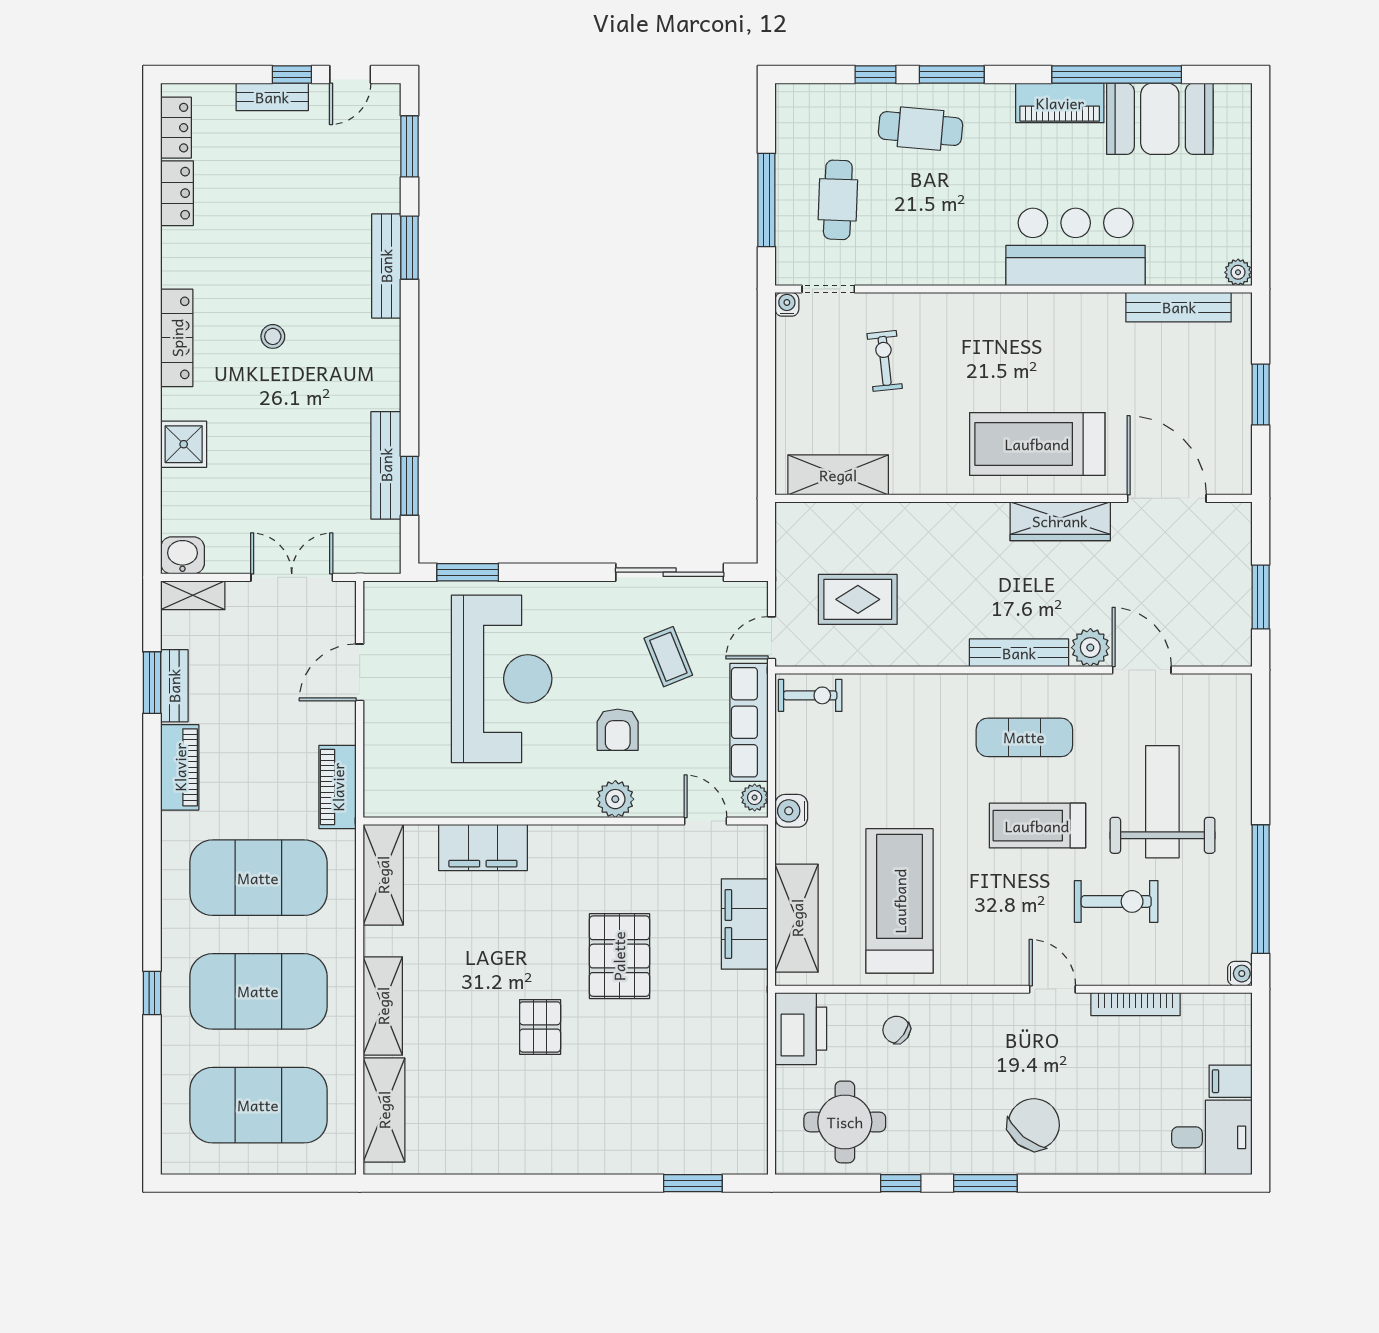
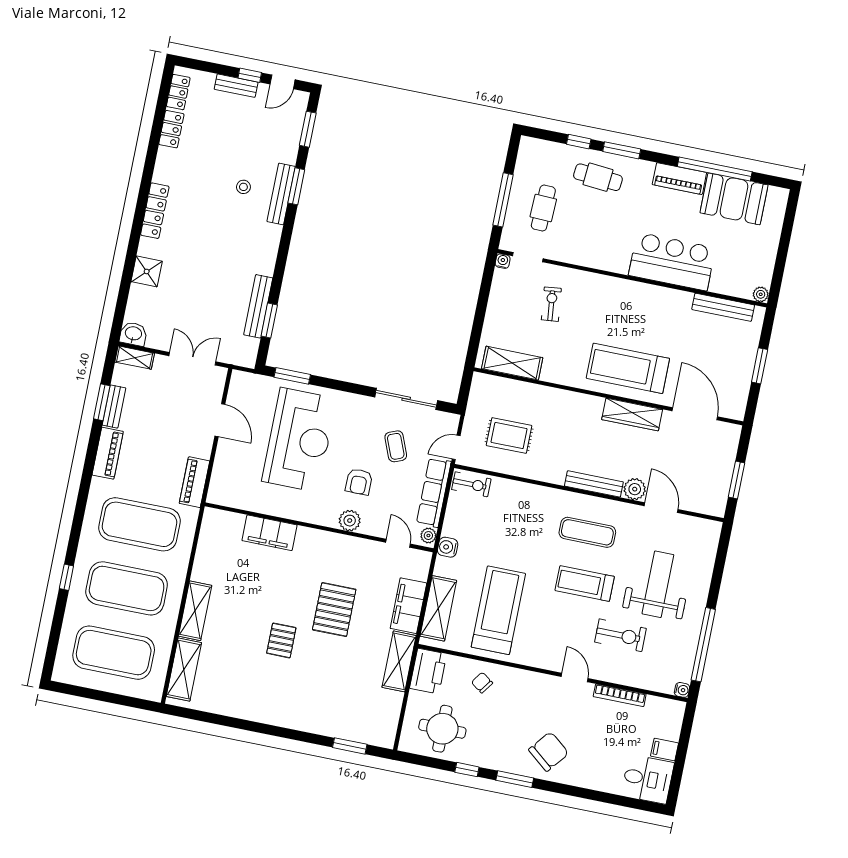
stool: (273, 336) -> (243, 187), moved
door: (360, 672) -> (220, 420), swing flipped
shelving: (383, 875) -> (399, 661), moved

